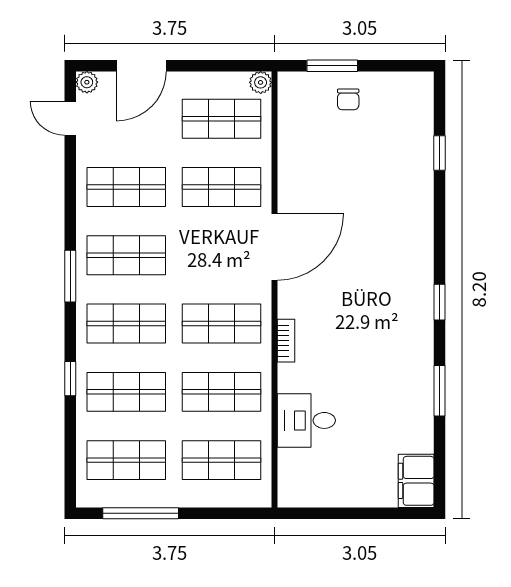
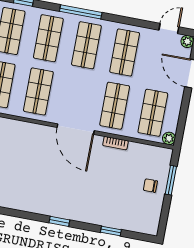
window: (70, 276) -> (81, 12), width x1.44
window: (440, 302) -> (59, 221), moved
bookcase: (286, 341) -> (115, 143), moved

